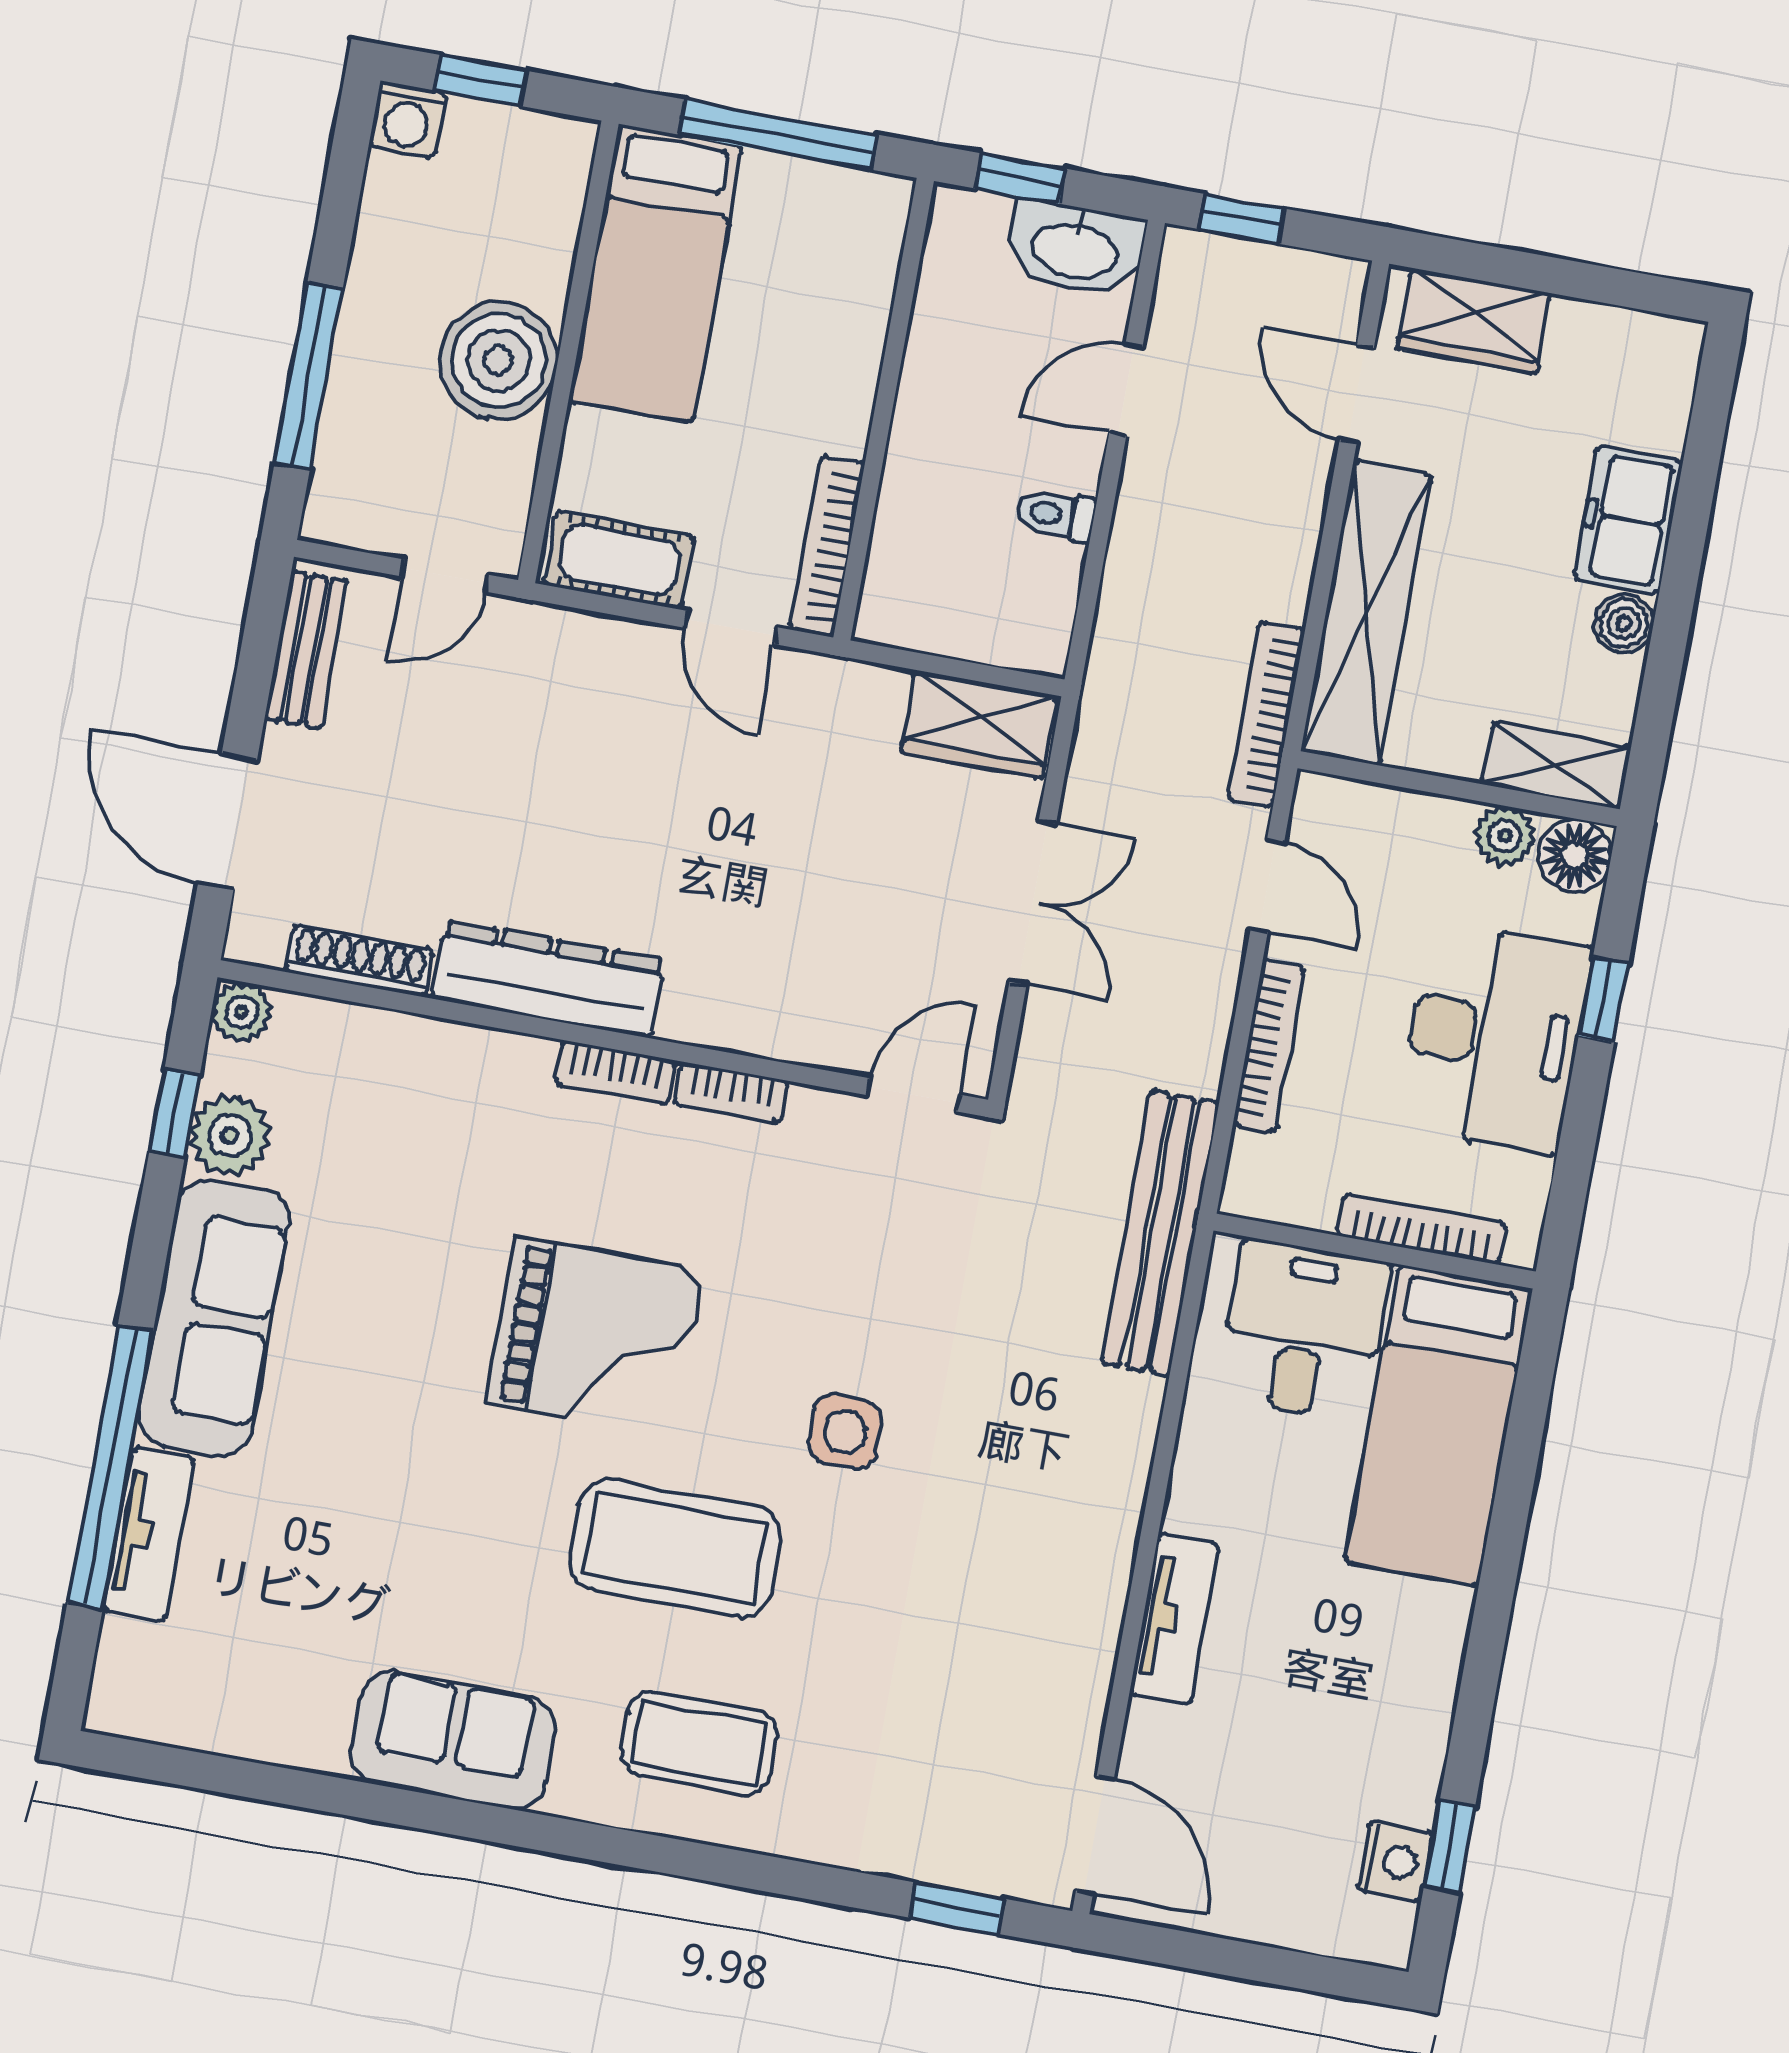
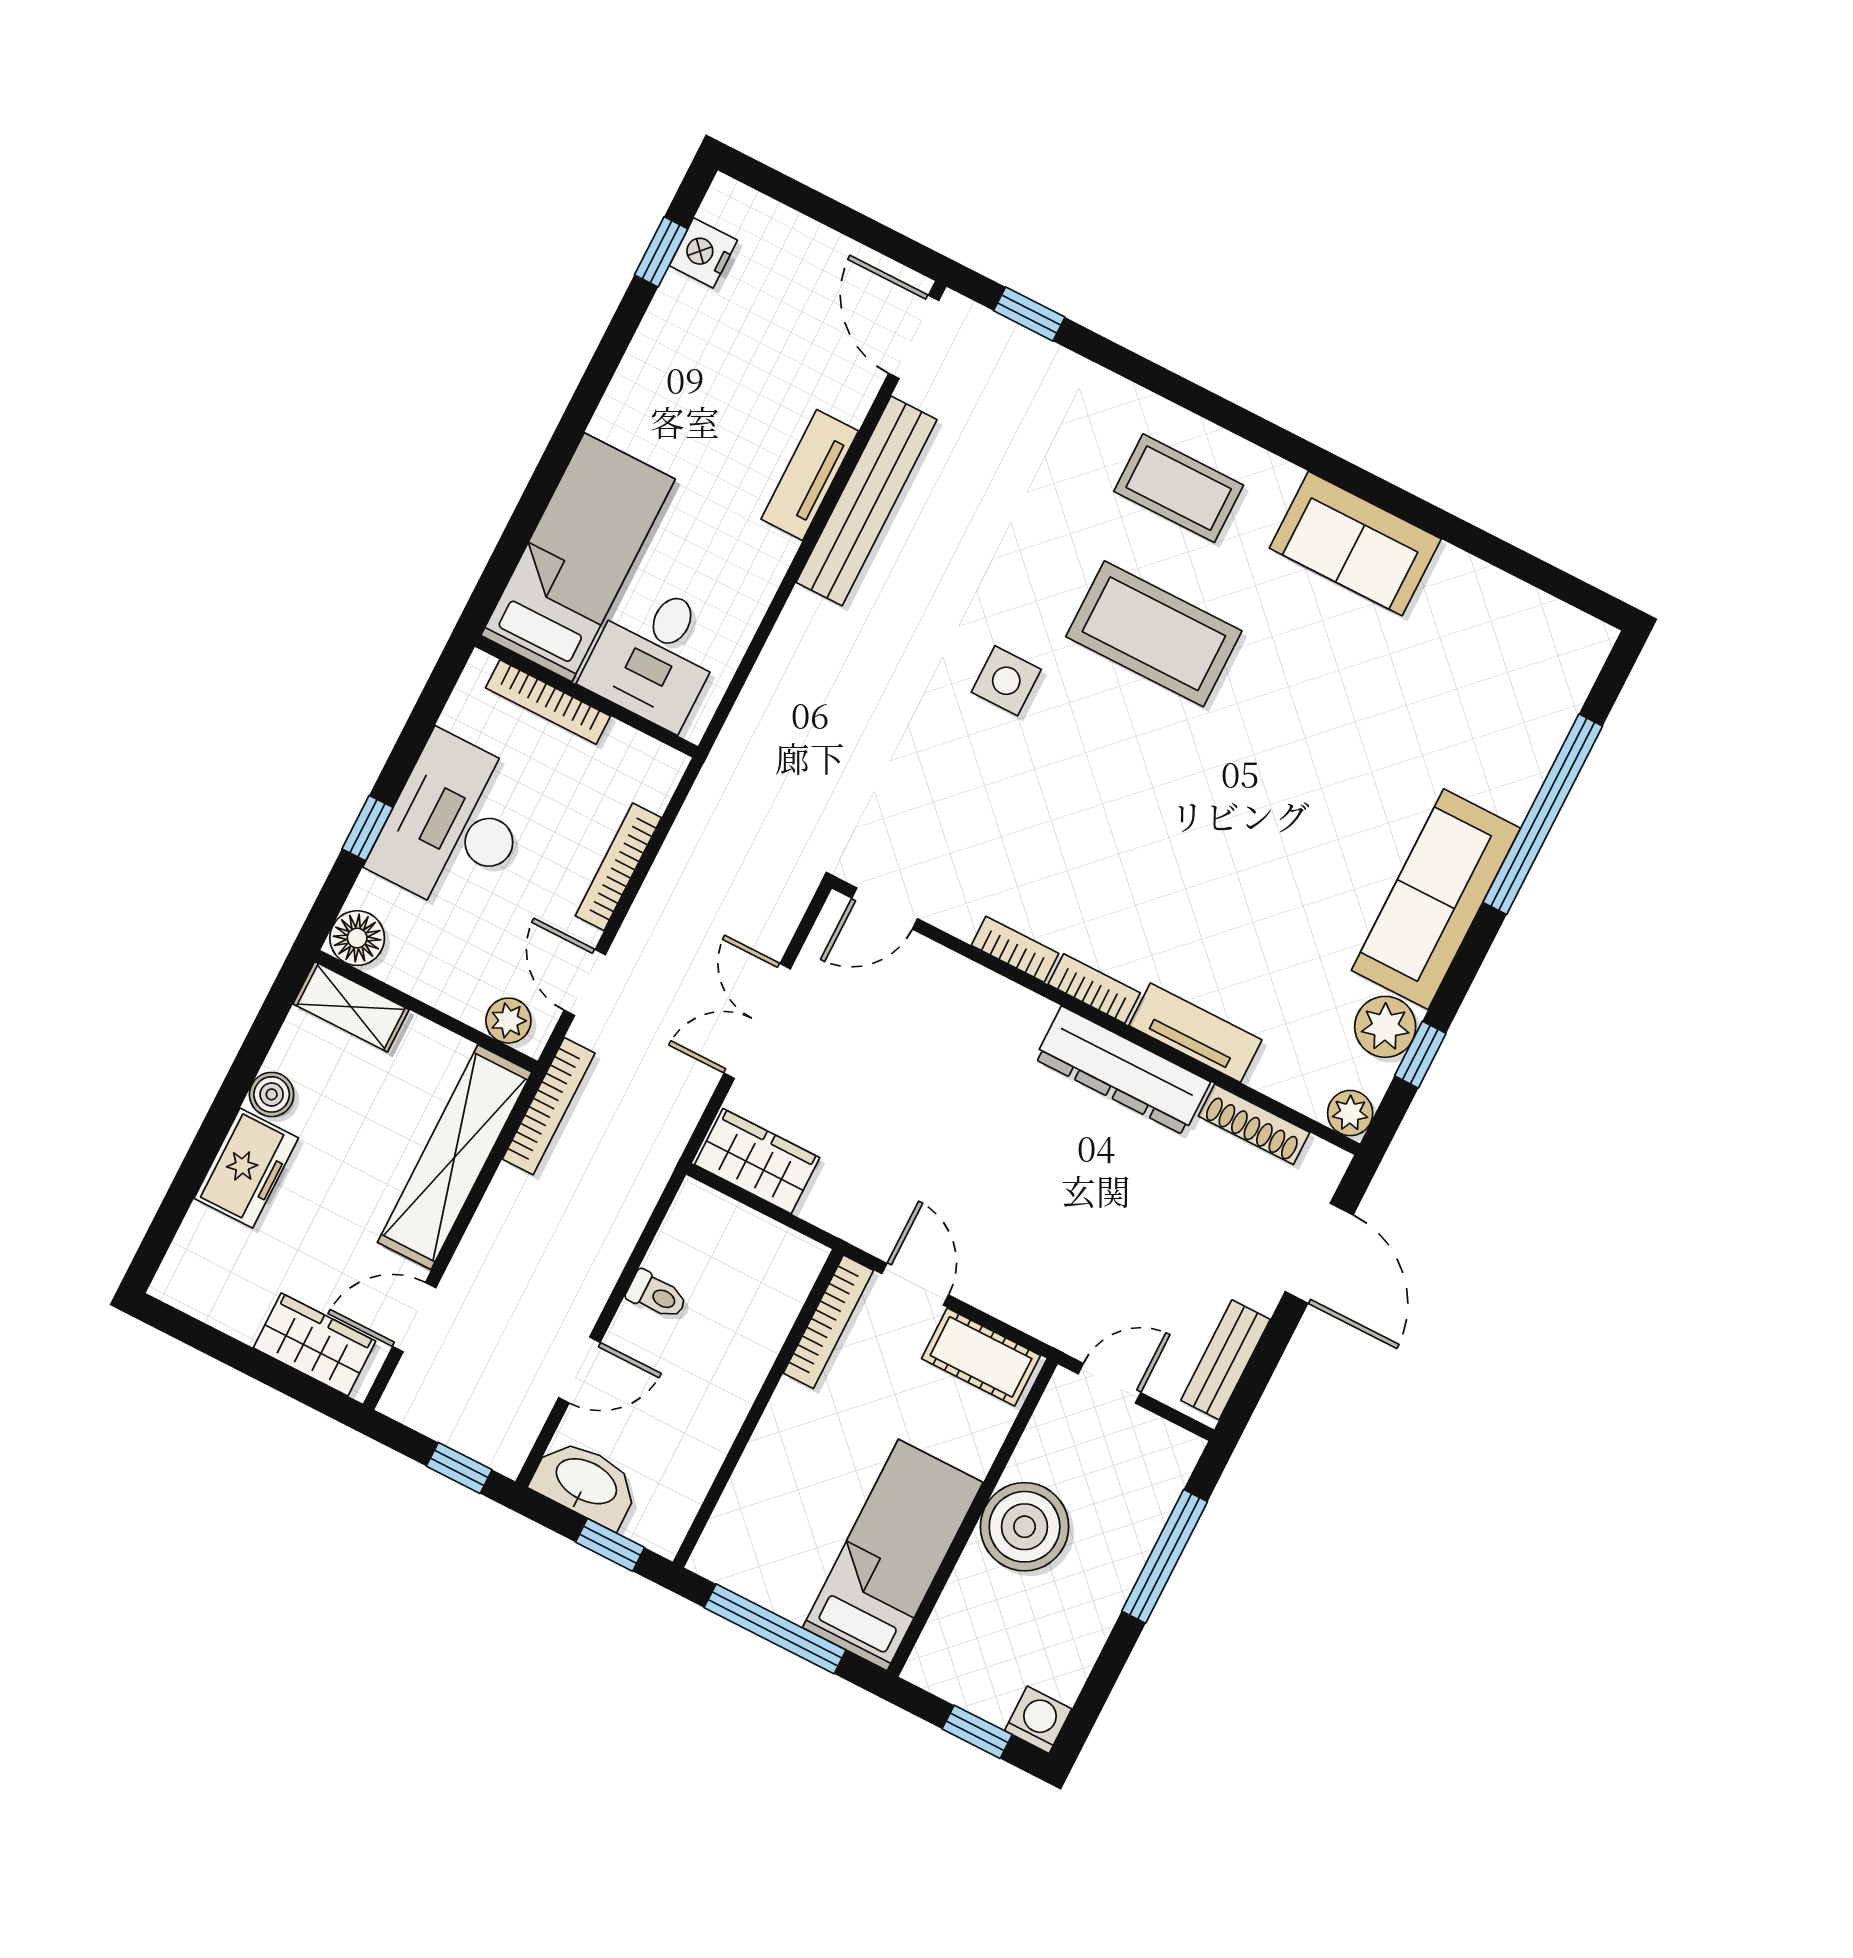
door: (1357, 394) -> (414, 1317), swing flipped
plant: (1505, 836) -> (508, 1021), moved
bench: (1160, 1233) -> (867, 501), moved
grand piano: (595, 1337) -> (1166, 803), removed
tv unit: (149, 1534) -> (1195, 1033), moved, turned 90

